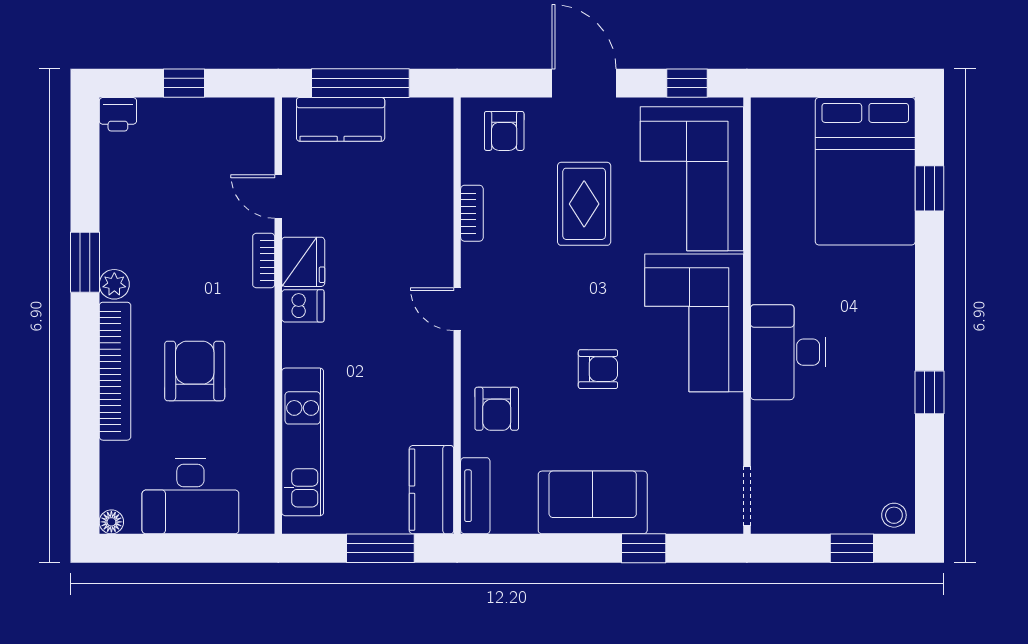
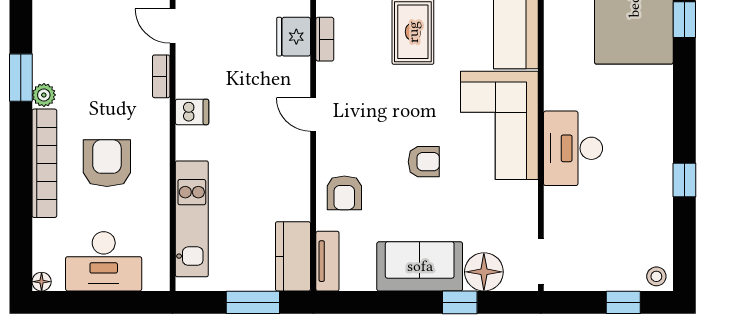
fridge: (303, 262) -> (294, 37), moved, turned 180
floor lamp: (674, 509) -> (484, 272), added

